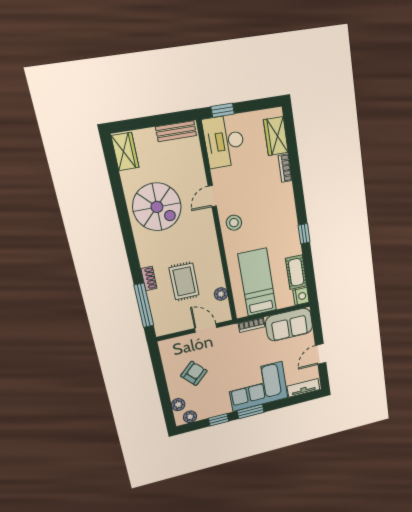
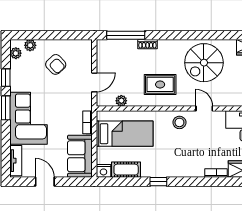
rug: (184, 281) -> (160, 84), moved

